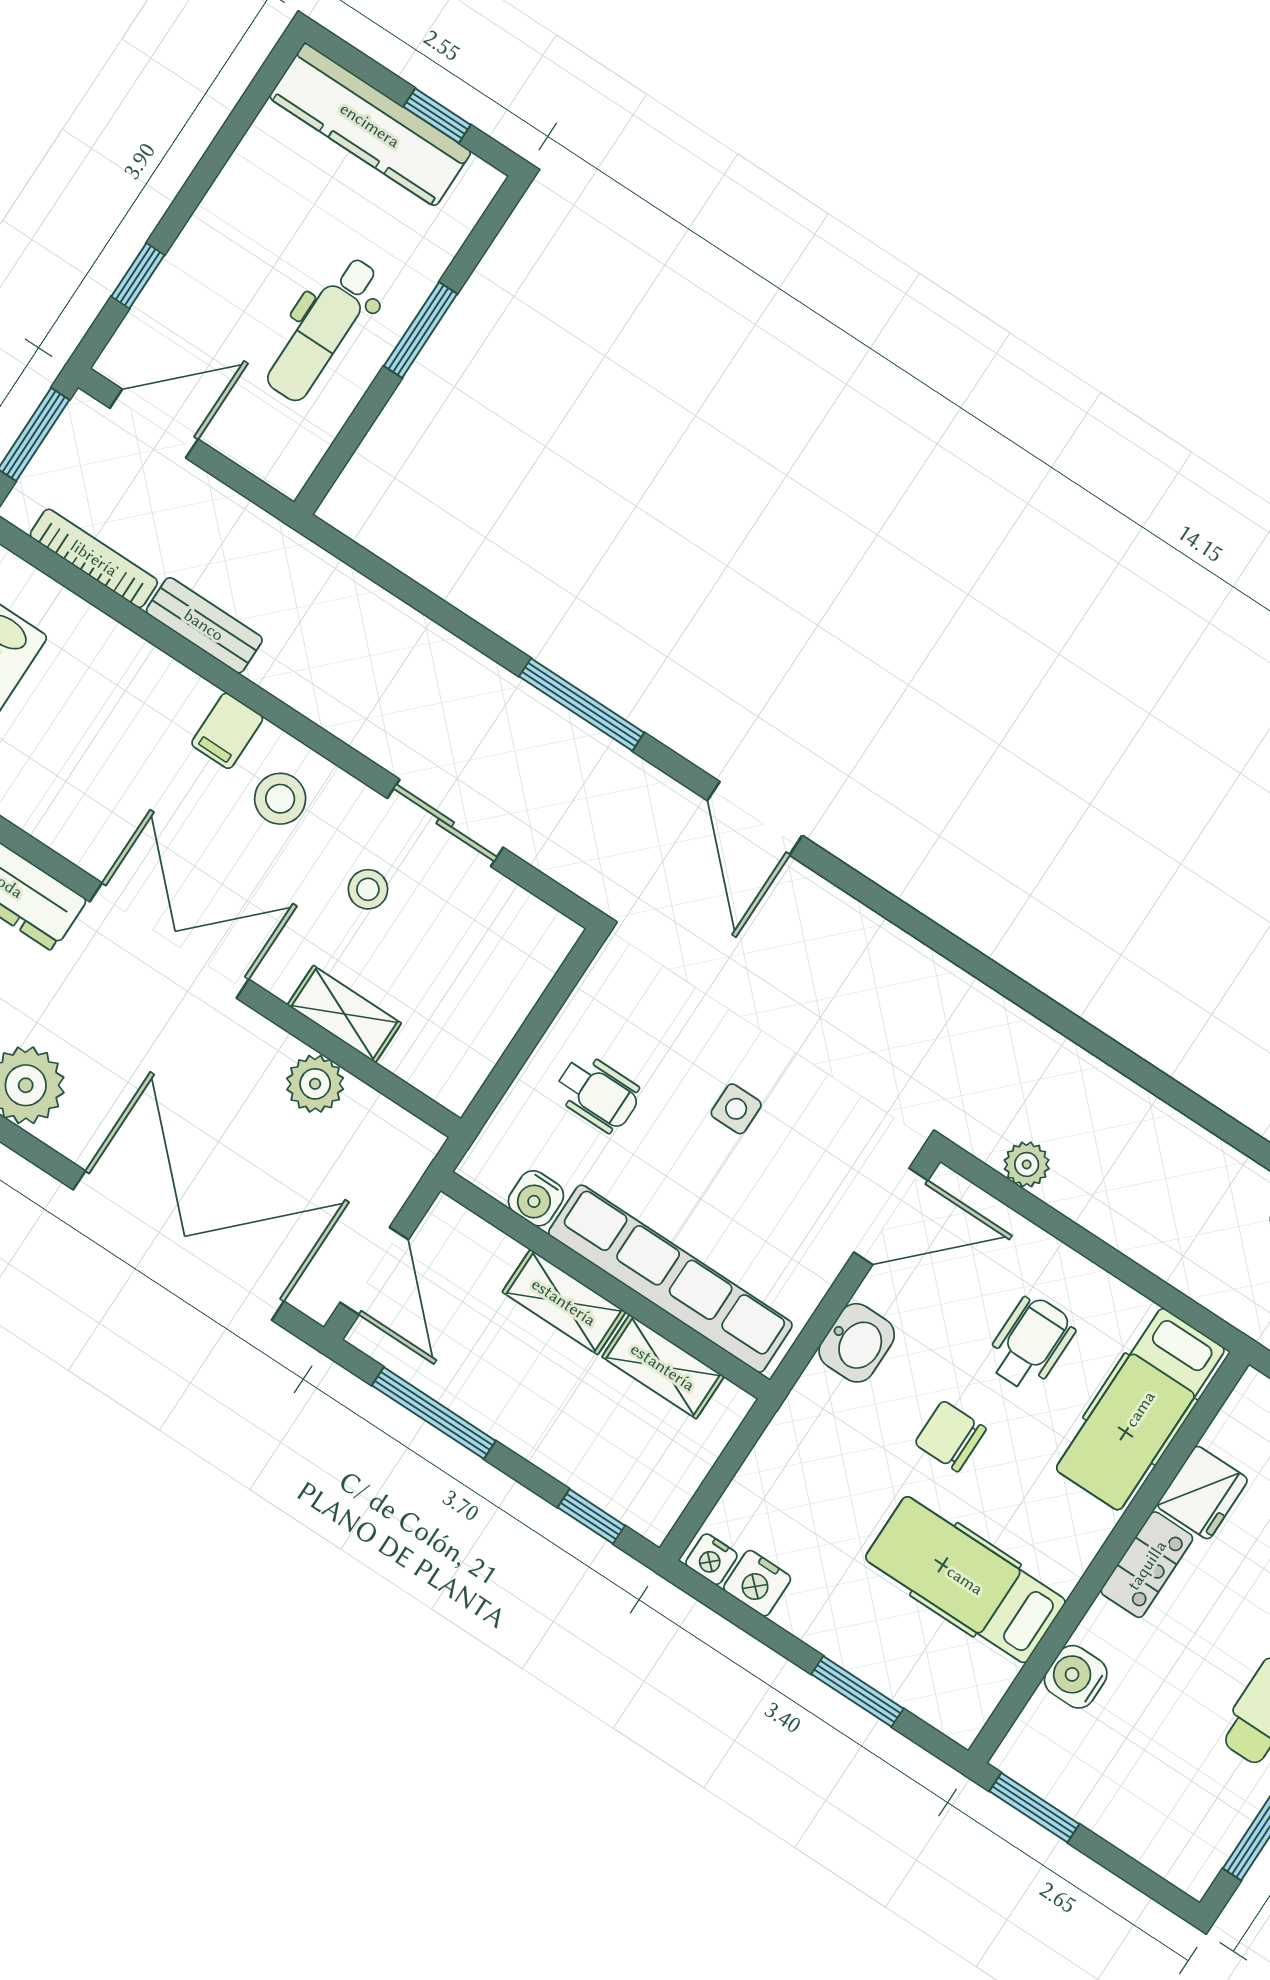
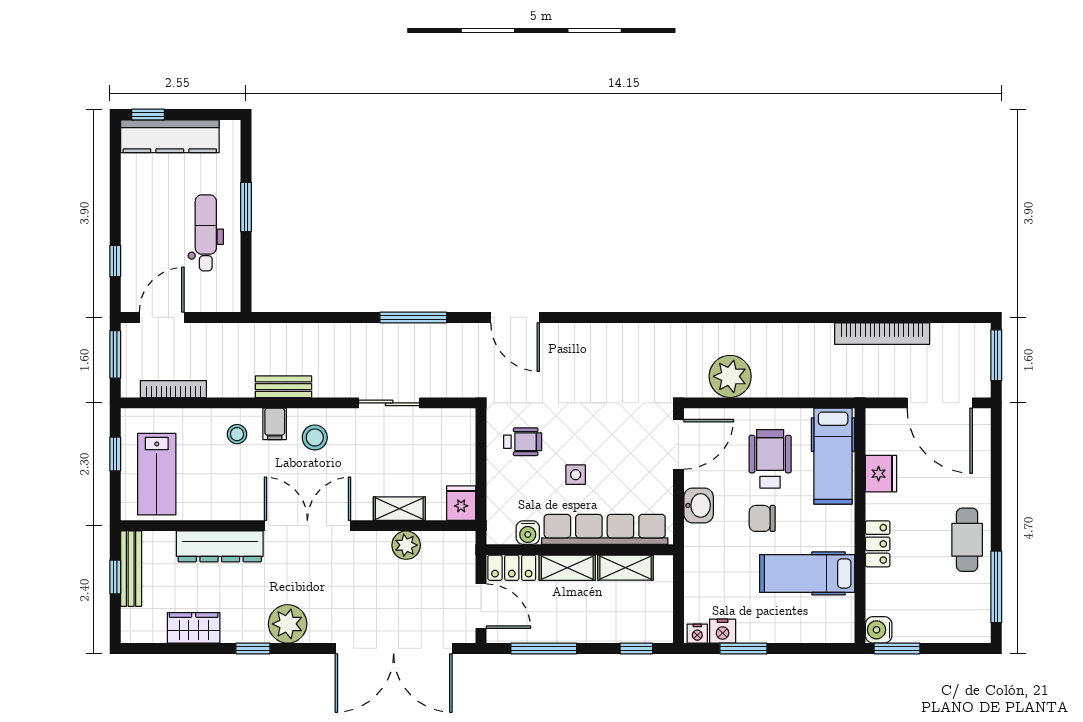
window: (437, 116) -> (148, 115), moved
dental chair: (323, 329) -> (206, 233), turned 180
bench: (204, 625) -> (284, 387), moved
stool: (368, 889) -> (237, 434), moved
fridge: (456, 1074) -> (461, 503), added
wheelchair: (598, 1093) -> (523, 442), moved
side table: (736, 1109) -> (576, 475), moved
plant: (1027, 1164) -> (730, 376), width x1.87, depth x1.87
locker: (470, 1240) -> (512, 568), added
double door: (179, 1245) -> (394, 648), swing flipped
wheelchair: (1030, 1343) -> (770, 459), width x1.36, depth x1.37
locker: (1147, 1565) -> (878, 544), moved
water cooler: (1076, 1677) -> (879, 630), moved
window: (857, 1691) -> (743, 648), moved

